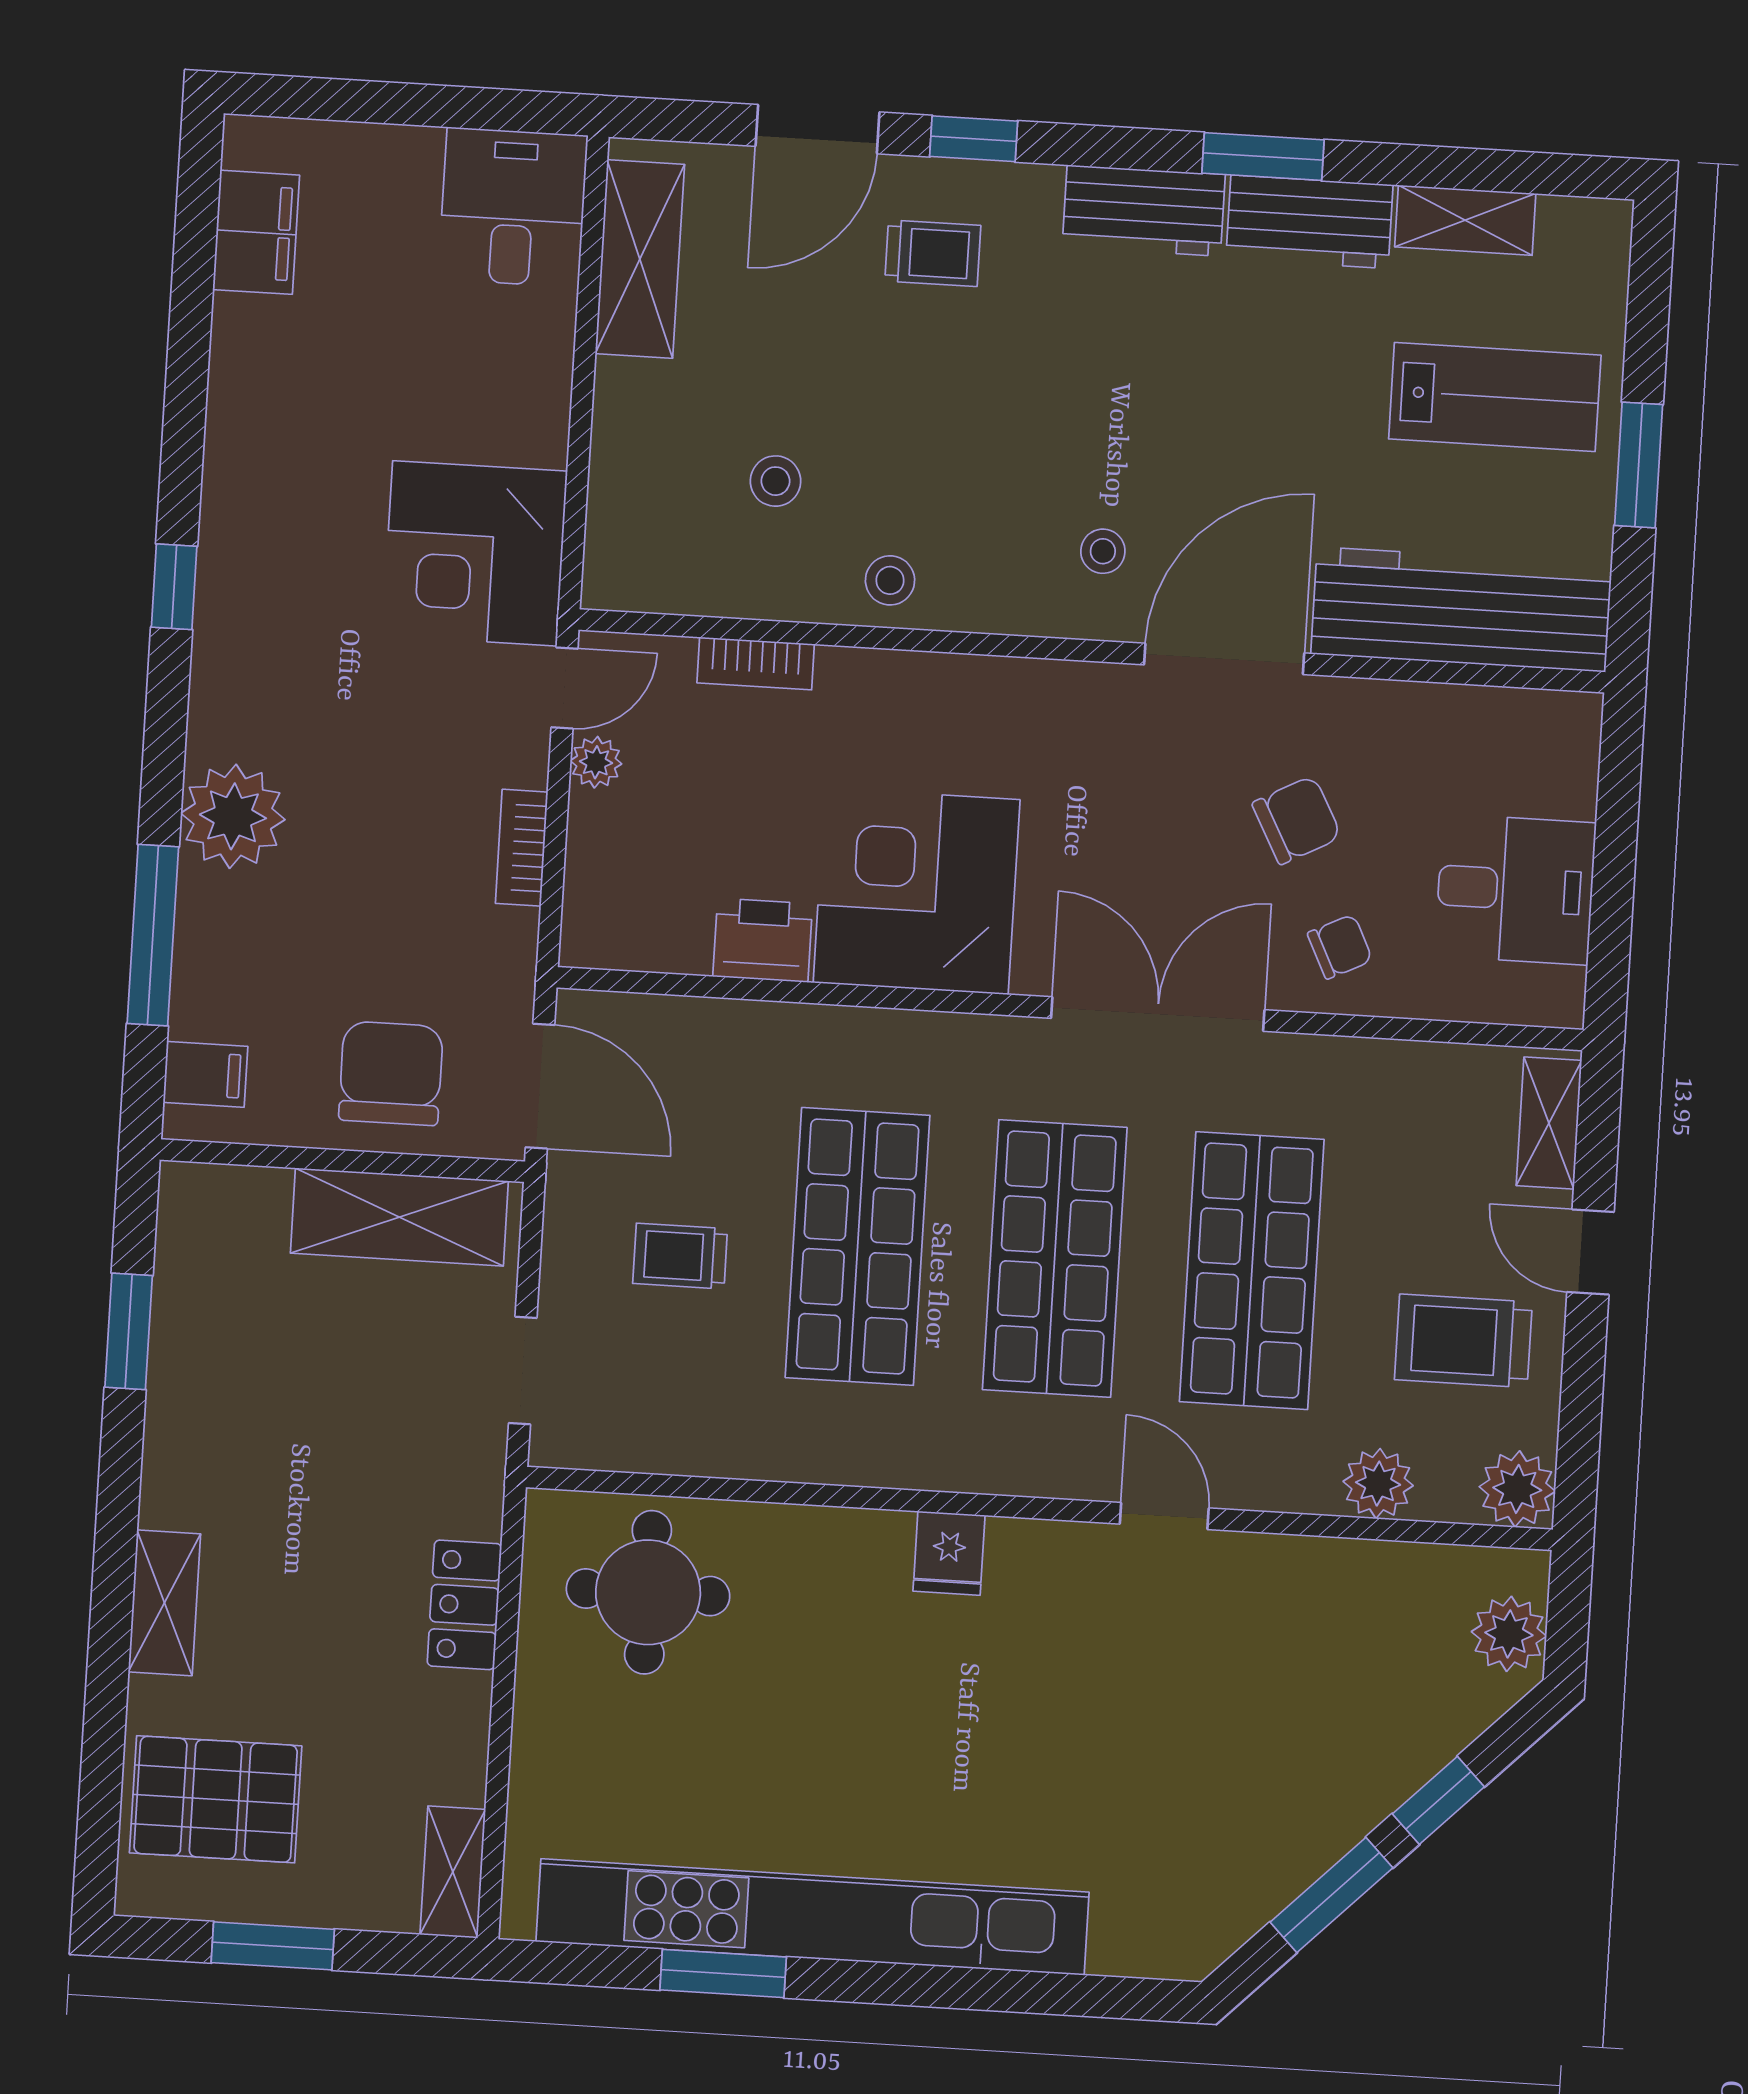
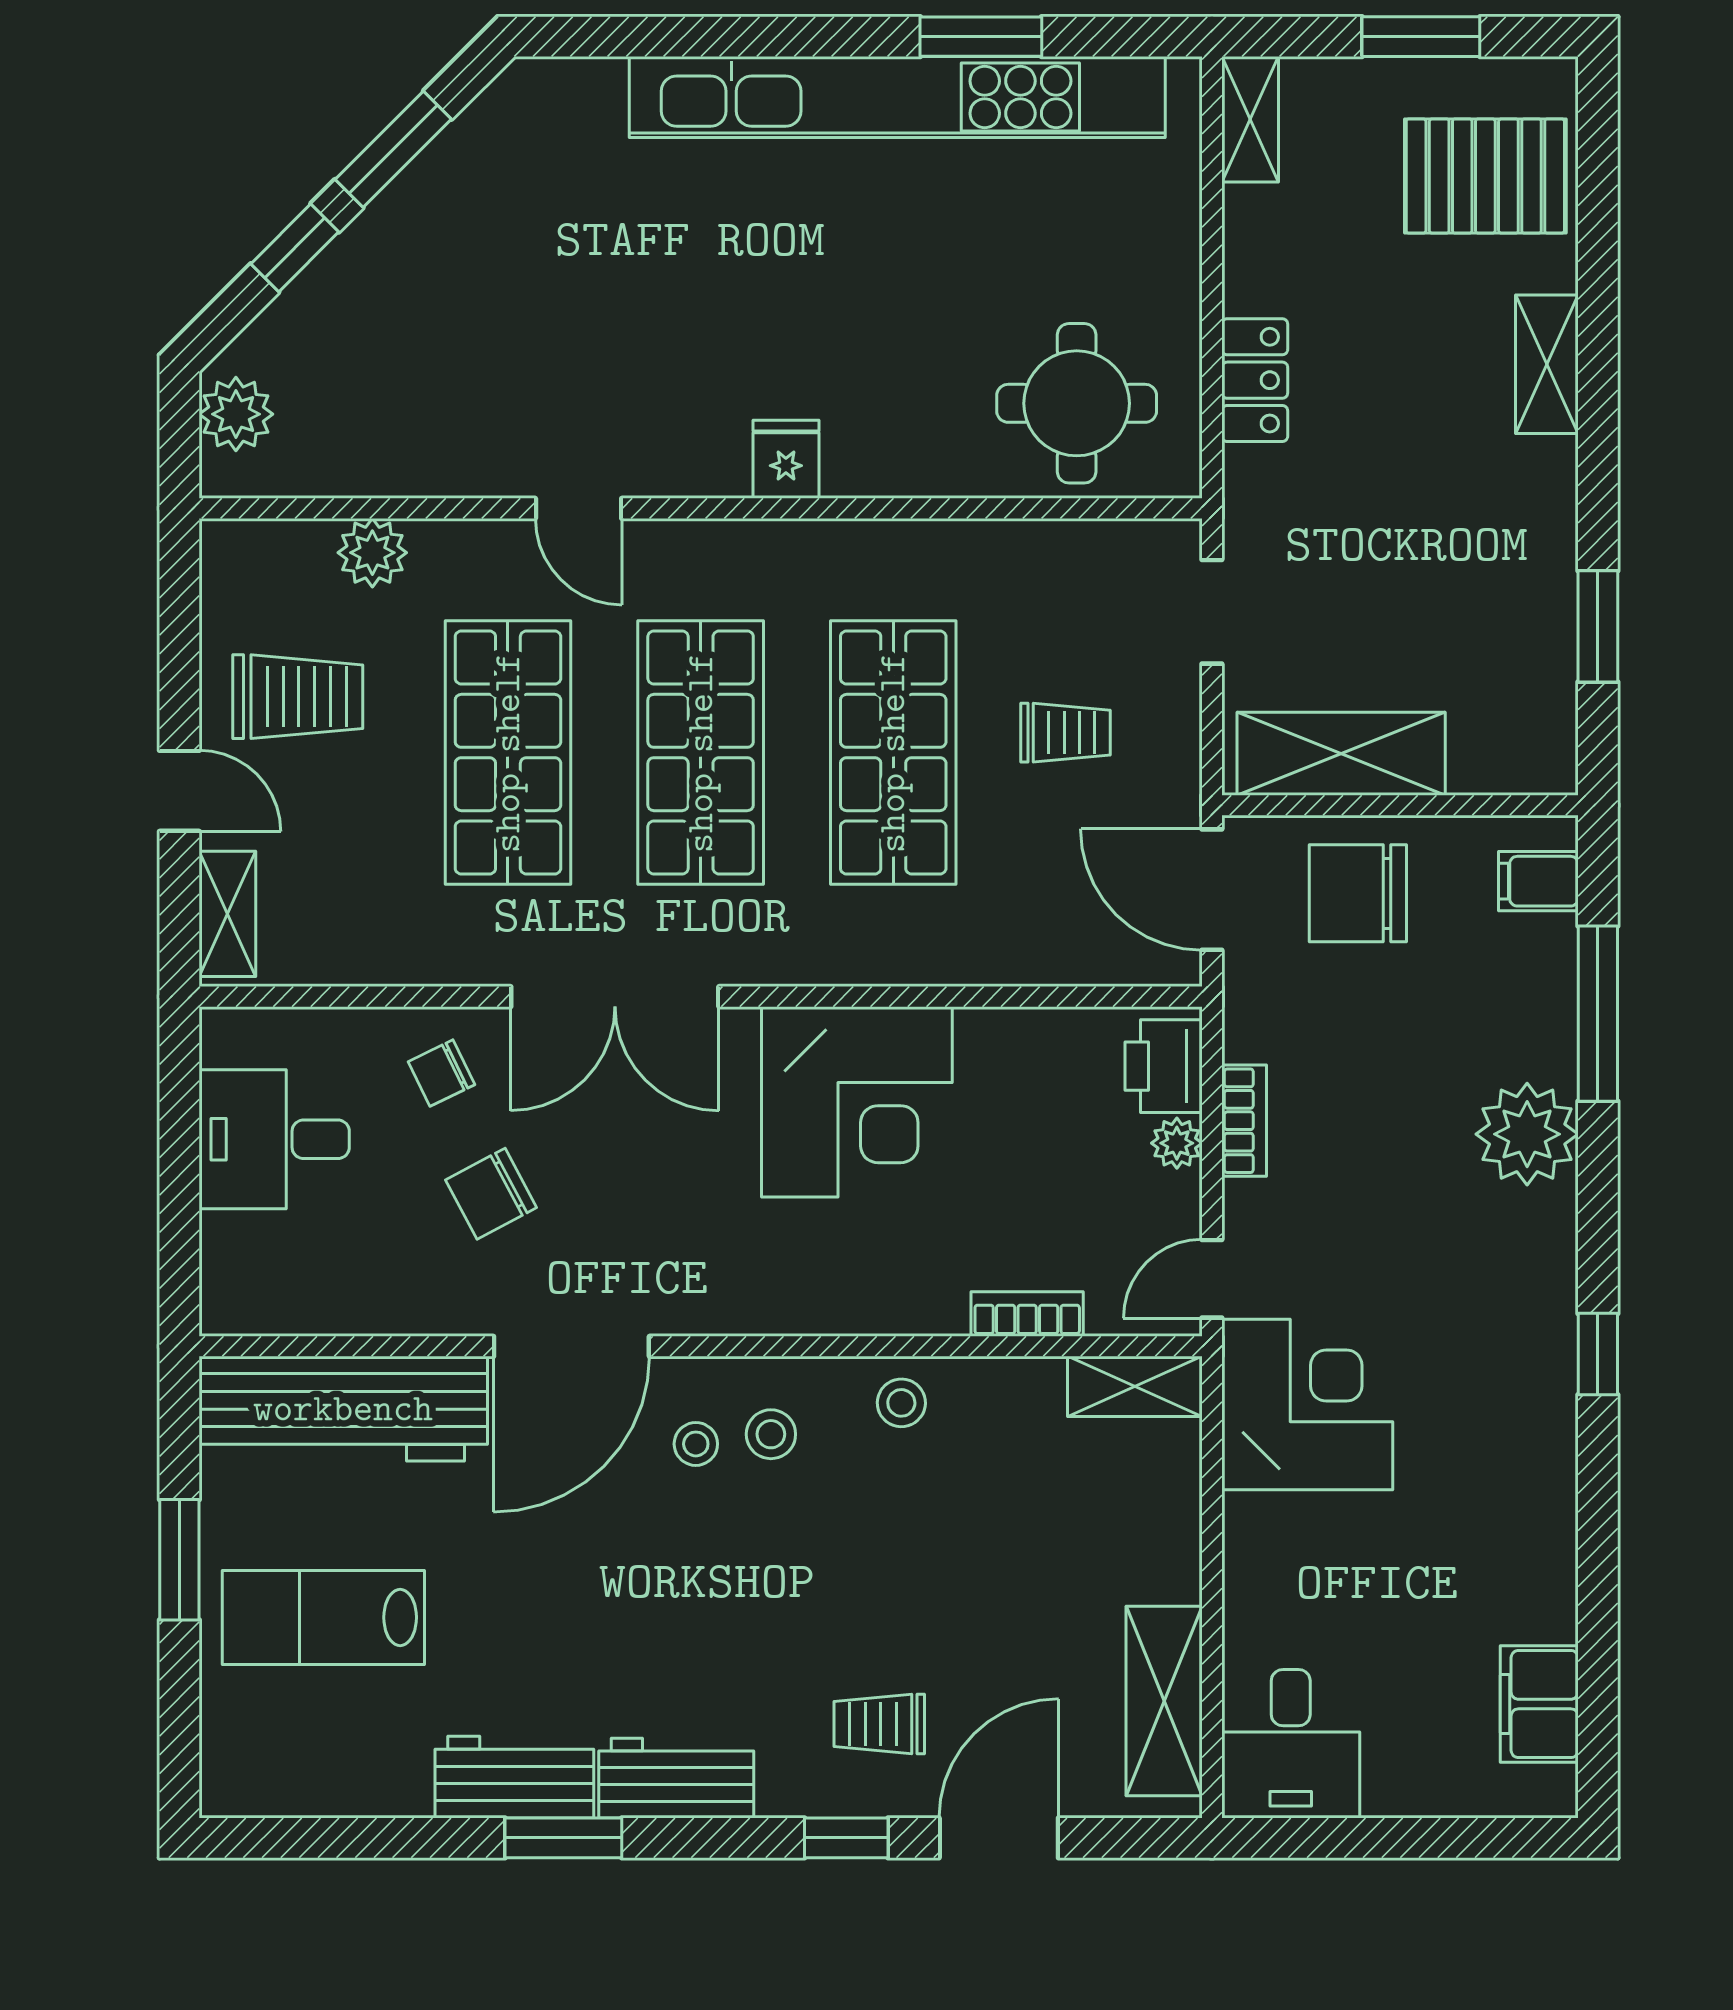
shelving: (1465, 220) -> (1135, 1386), moved
stool: (775, 481) -> (771, 1434), moved
plant: (596, 762) -> (1177, 1143), moved
printer: (763, 940) -> (1164, 1066), moved, turned 90
chair: (391, 1073) -> (1358, 893), turned 90
plant: (1517, 1489) -> (237, 556), removed

